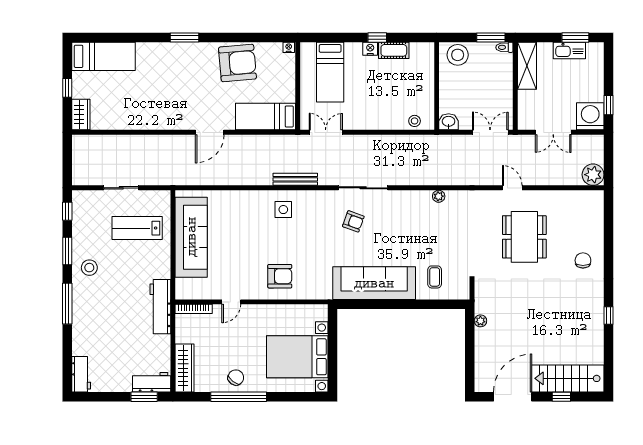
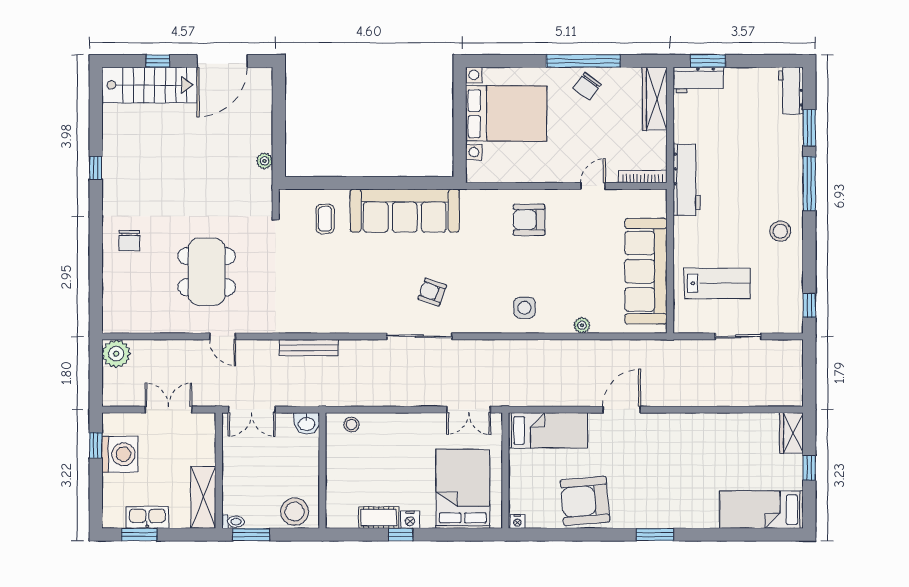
bed: (330, 72) -> (463, 489), width x1.50
washing machine: (590, 116) -> (120, 454), moved, turned -90
bench: (295, 179) -> (309, 348), moved
plant: (439, 196) -> (582, 325), moved
window: (67, 251) -> (809, 128), moved

